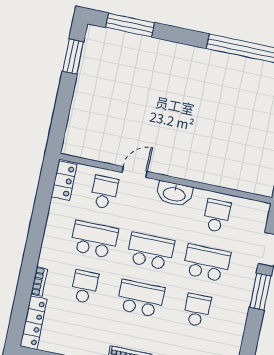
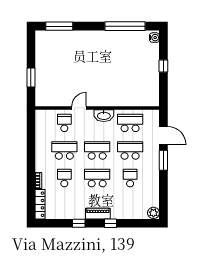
window: (73, 57) -> (31, 78), moved
locker: (64, 181) -> (41, 121), removed
school desk: (217, 216) -> (130, 123), width x1.85

